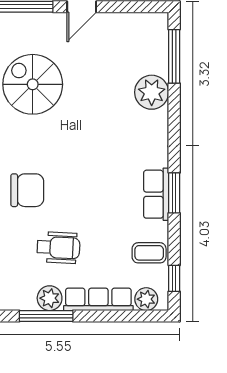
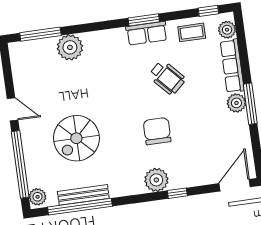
wheelchair: (58, 248) -> (167, 78), moved, turned 134
coffee table: (149, 253) -> (192, 32), turned 90

